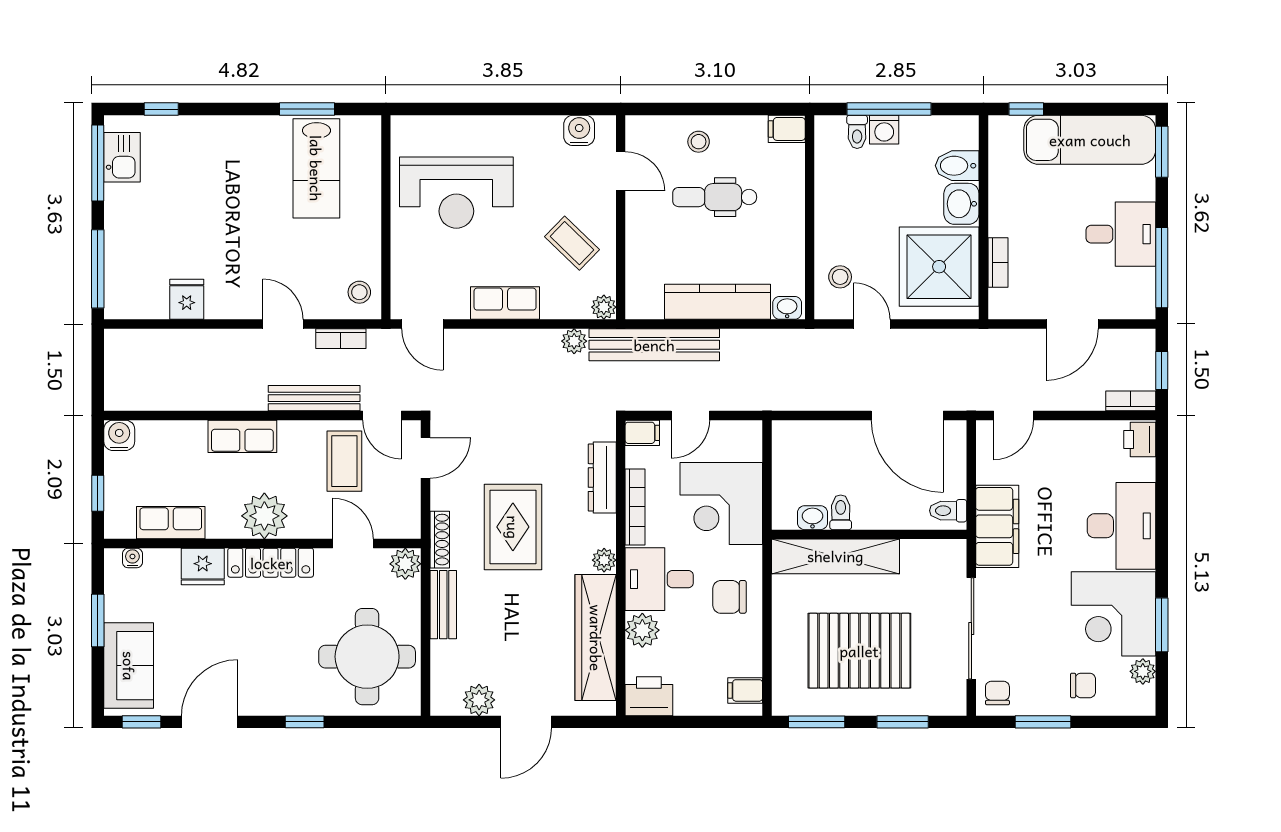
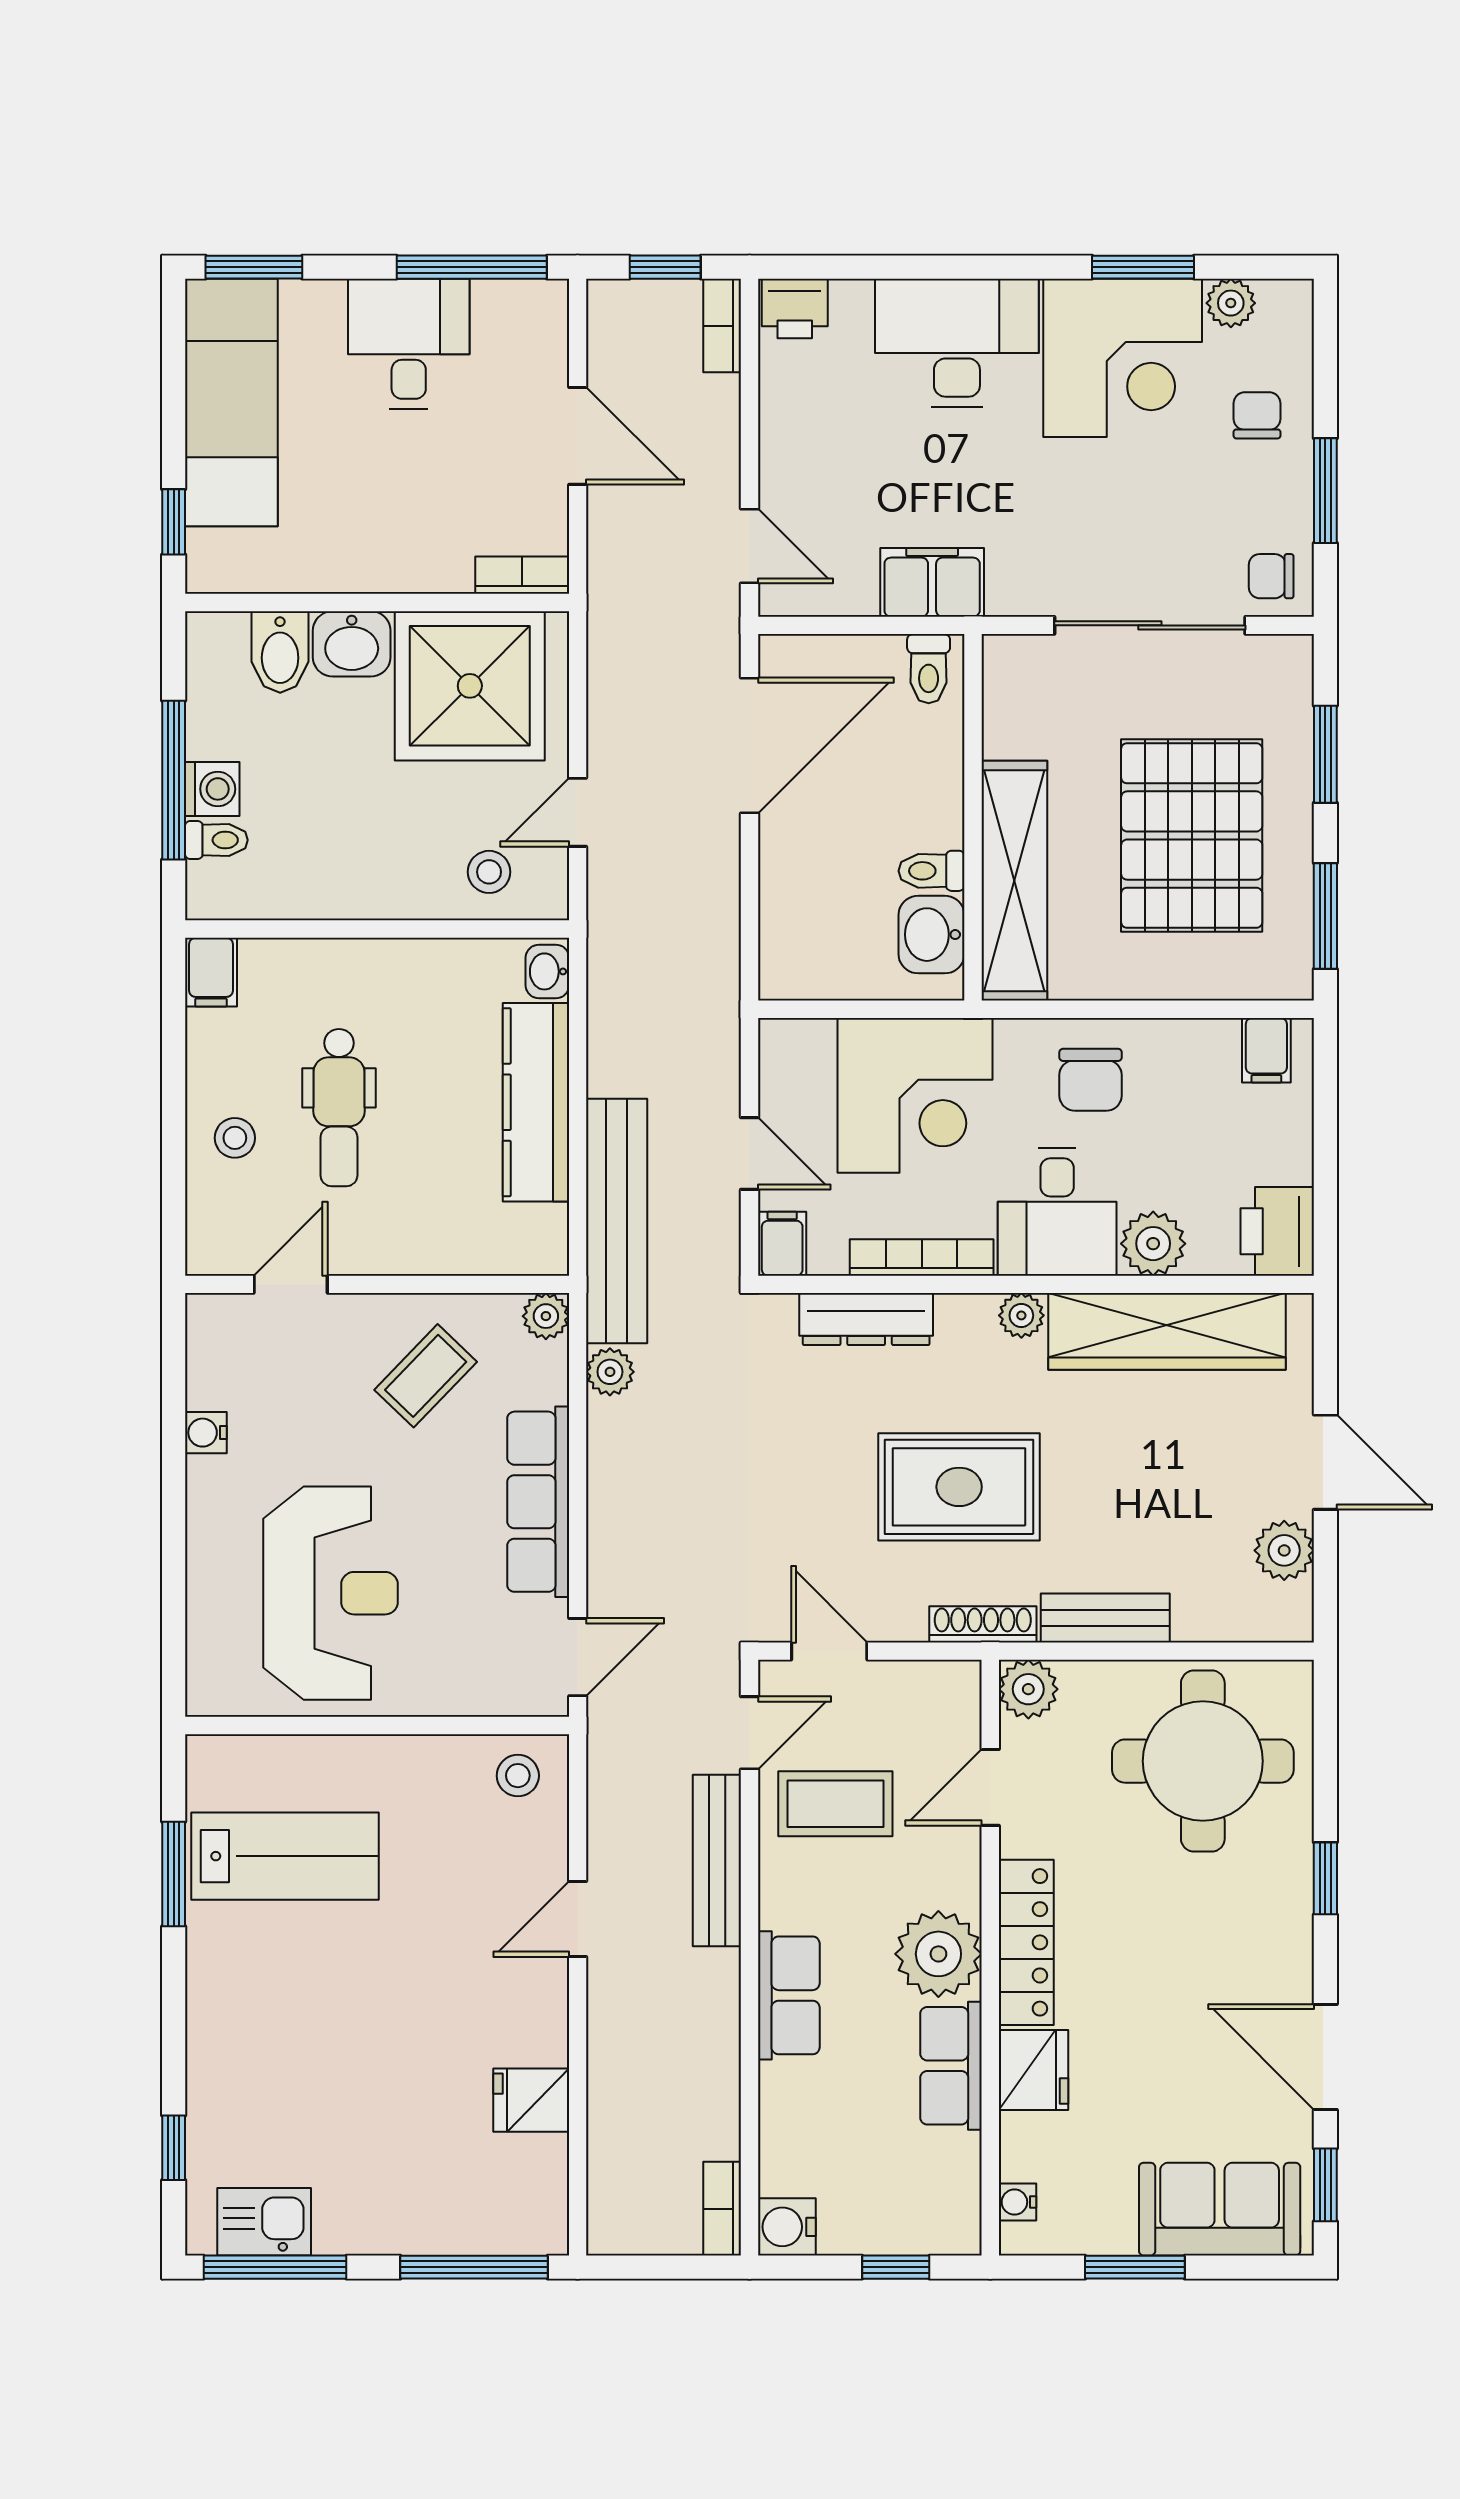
water cooler: (579, 130) -> (206, 1433), moved, width x0.72, depth x0.72
bookcase: (998, 262) -> (522, 575), moved
row of seats: (505, 303) -> (538, 1502), width x1.48
bookcase: (341, 339) -> (722, 2209), moved, turned 180
washbasin: (813, 518) -> (931, 935), width x1.38, depth x1.45
row of seats: (171, 523) -> (951, 2066), moved
filing cabinet: (997, 526) -> (932, 582), width x0.67, depth x0.86

